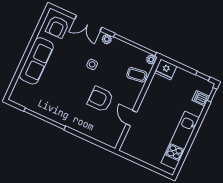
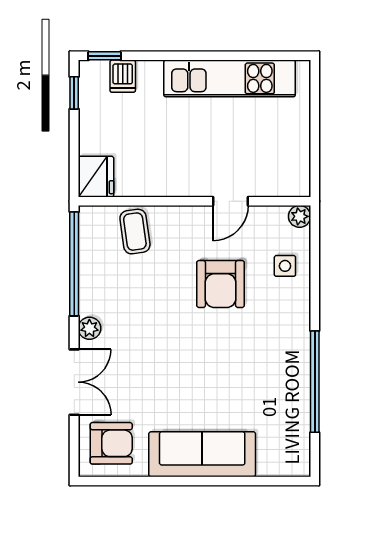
plant: (151, 59) -> (300, 216), moved
side table: (92, 64) -> (285, 266), moved

